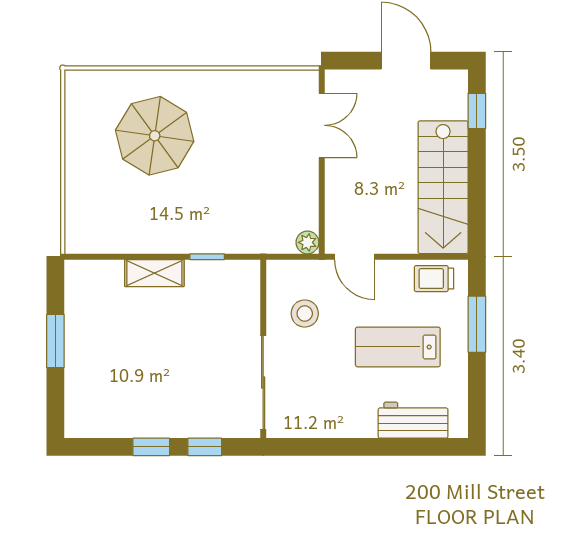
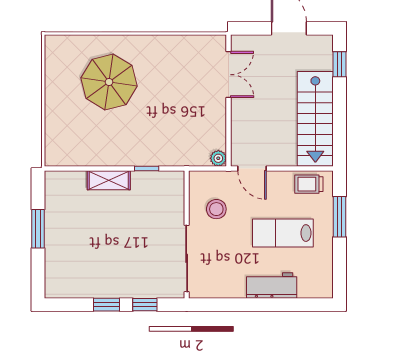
workbench: (413, 420) -> (272, 285), moved

